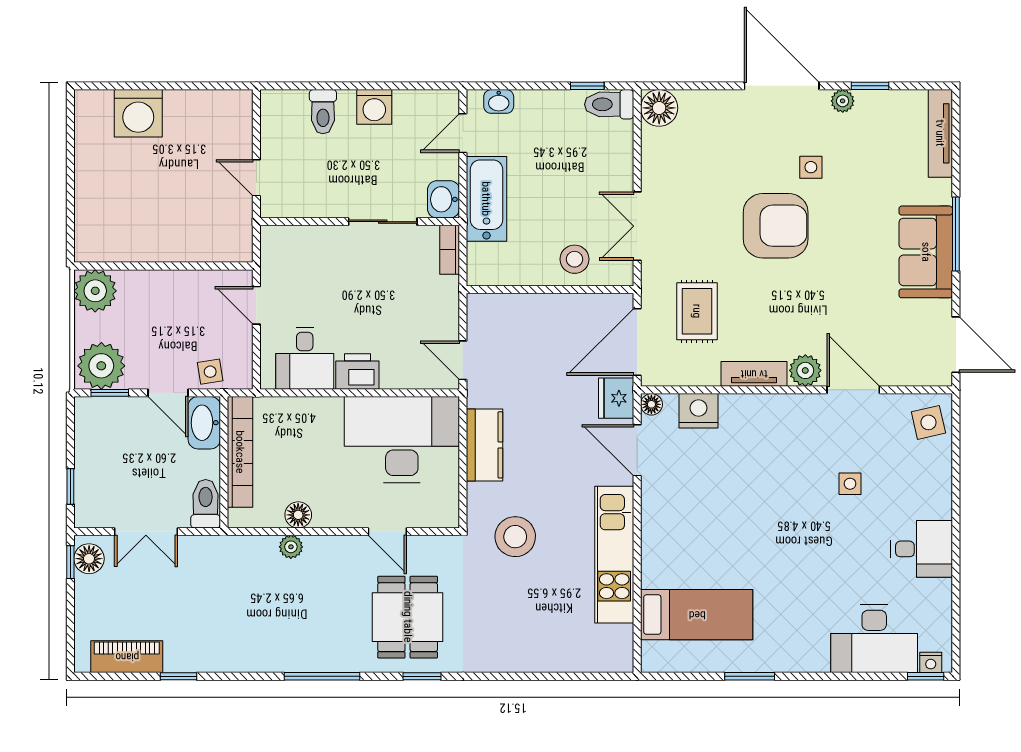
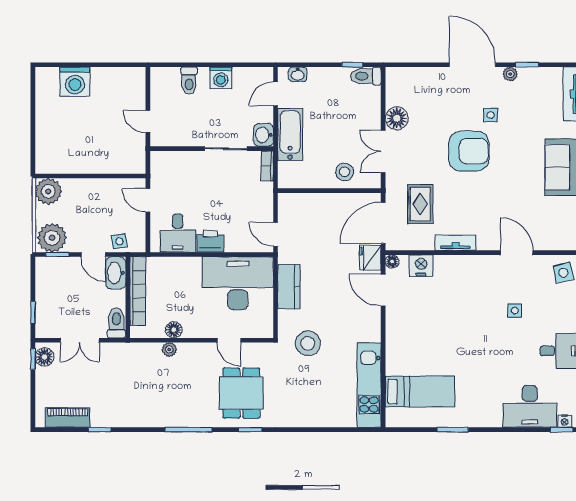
floor lamp: (659, 108) -> (397, 118), moved
plant: (805, 370) -> (487, 241), removed
kitchen unit: (614, 555) -> (369, 385), moved

